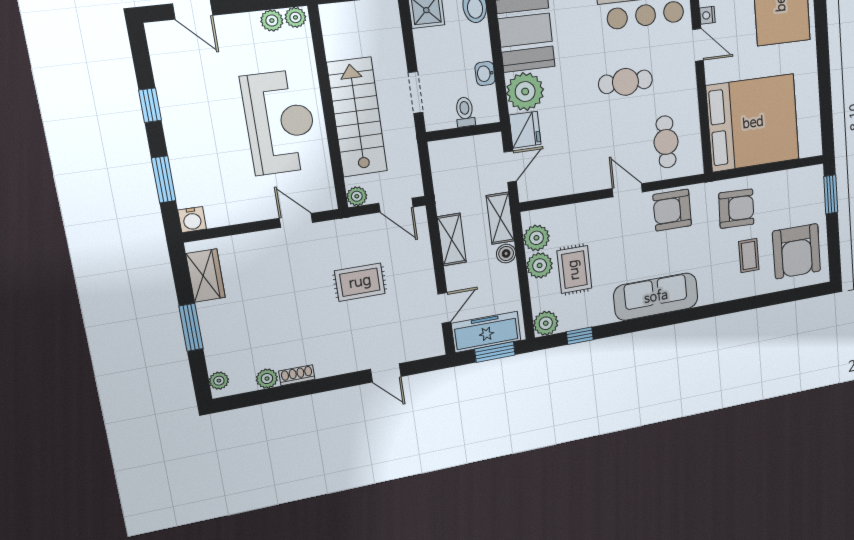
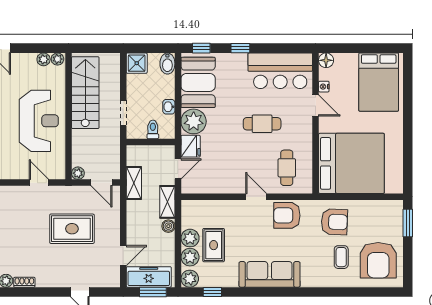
stairs: (357, 117) -> (85, 93), moved
plant: (536, 238) -> (190, 257), moved
shelving: (452, 239) -> (134, 183), moved
rug: (360, 282) -> (72, 229), width x1.36, depth x1.43

